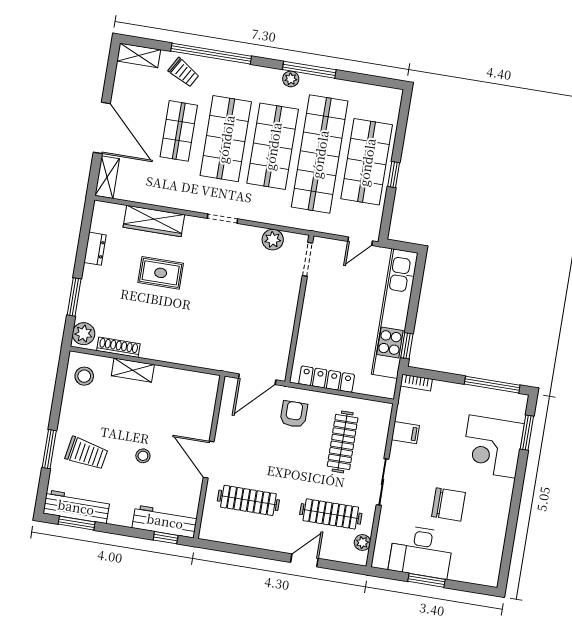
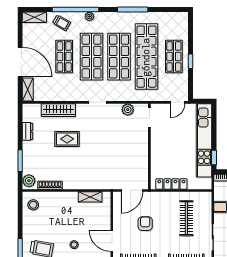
plant: (291, 79) -> (89, 16), moved
shop shelf: (367, 162) -> (174, 57), width x0.70, depth x0.74
shelving: (133, 370) -> (90, 197), moved
armchair: (294, 414) -> (145, 224), moved

